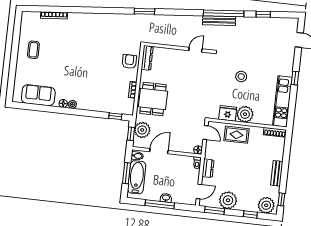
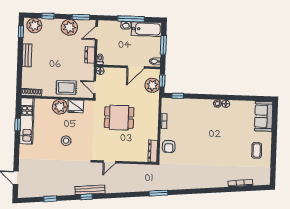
window: (224, 13) -> (86, 197), width x0.32
window: (295, 78) -> (18, 125), moved
sofa: (38, 95) -> (264, 116), moved, turned 90
dining table: (153, 99) -> (119, 118), moved, turned 90
bathtub: (137, 177) -> (146, 29), moved, turned -90

